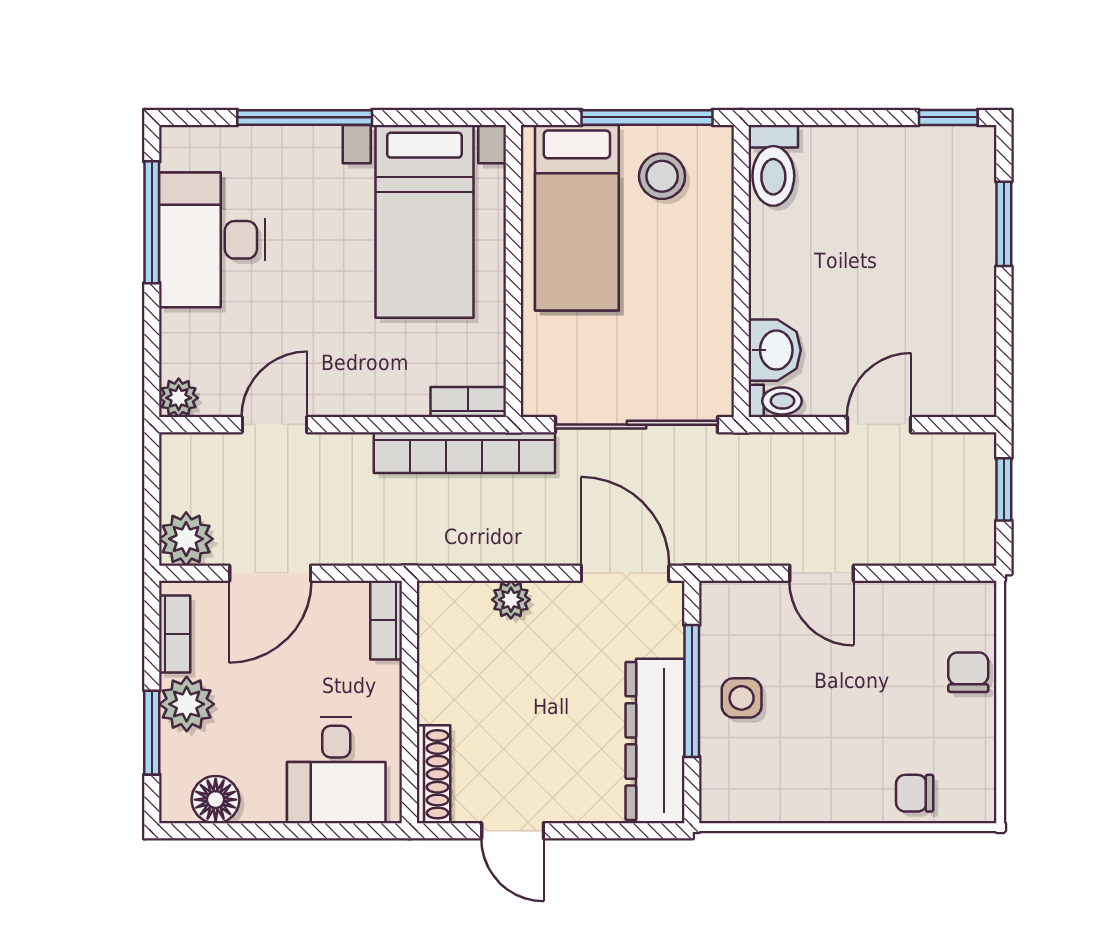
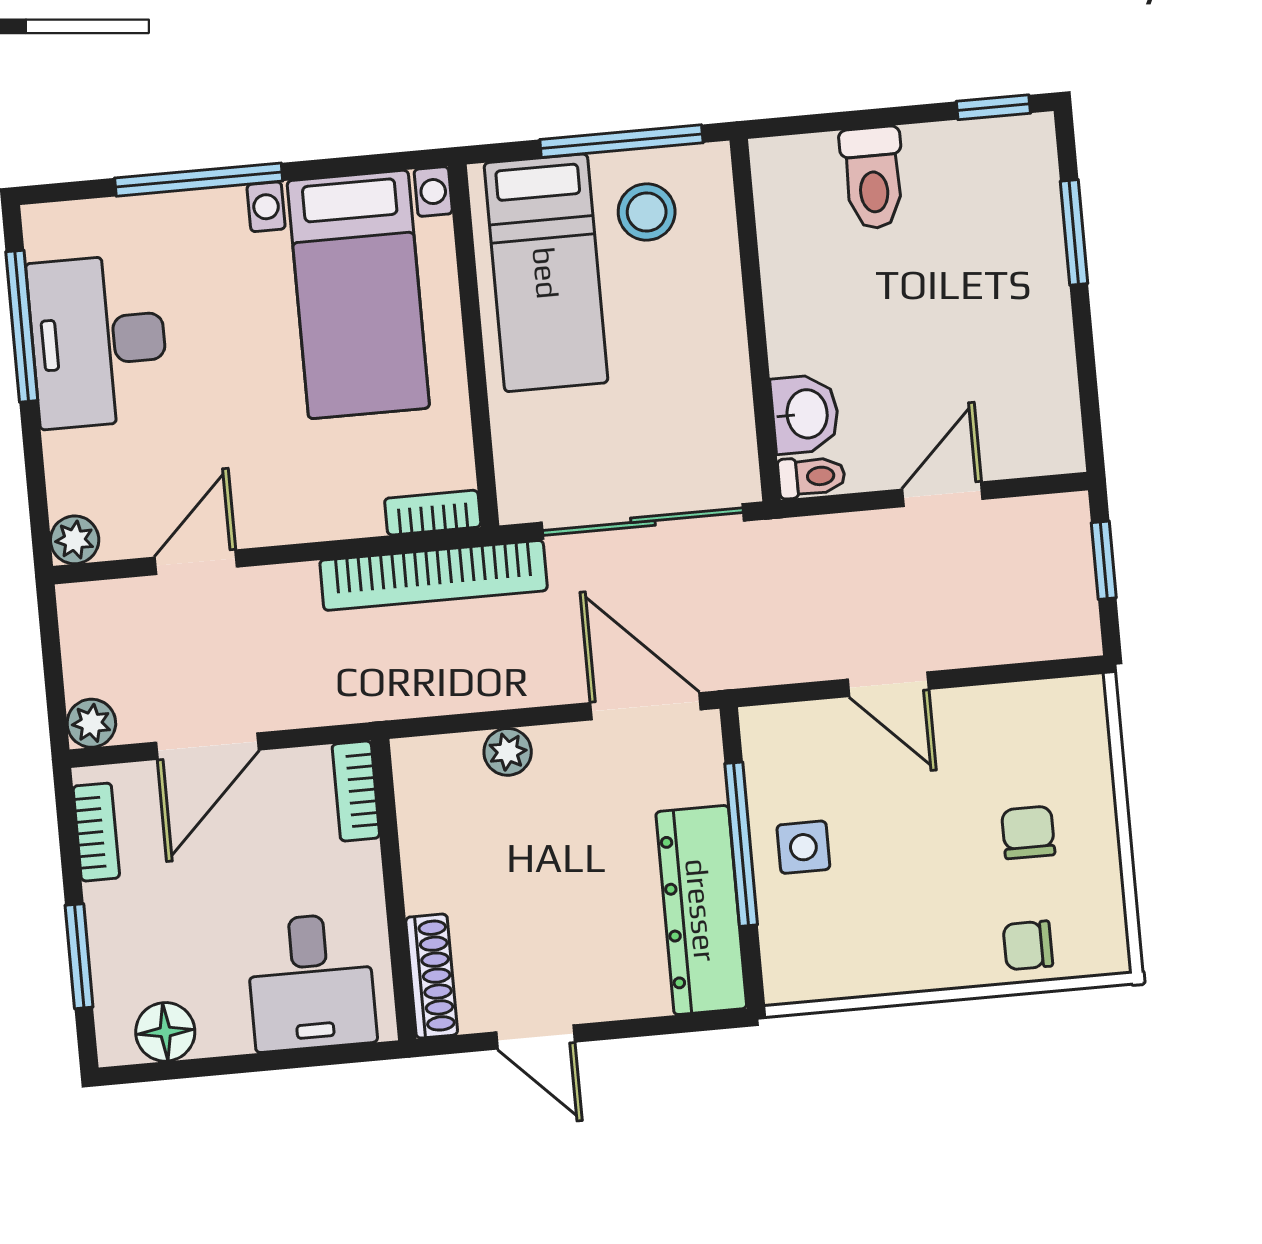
toilet: (773, 165) -> (873, 178), moved
plant: (186, 539) -> (91, 723), width x0.73, depth x0.73
chair: (968, 672) -> (1028, 832), moved
plant: (187, 704) -> (119, 917), removed

